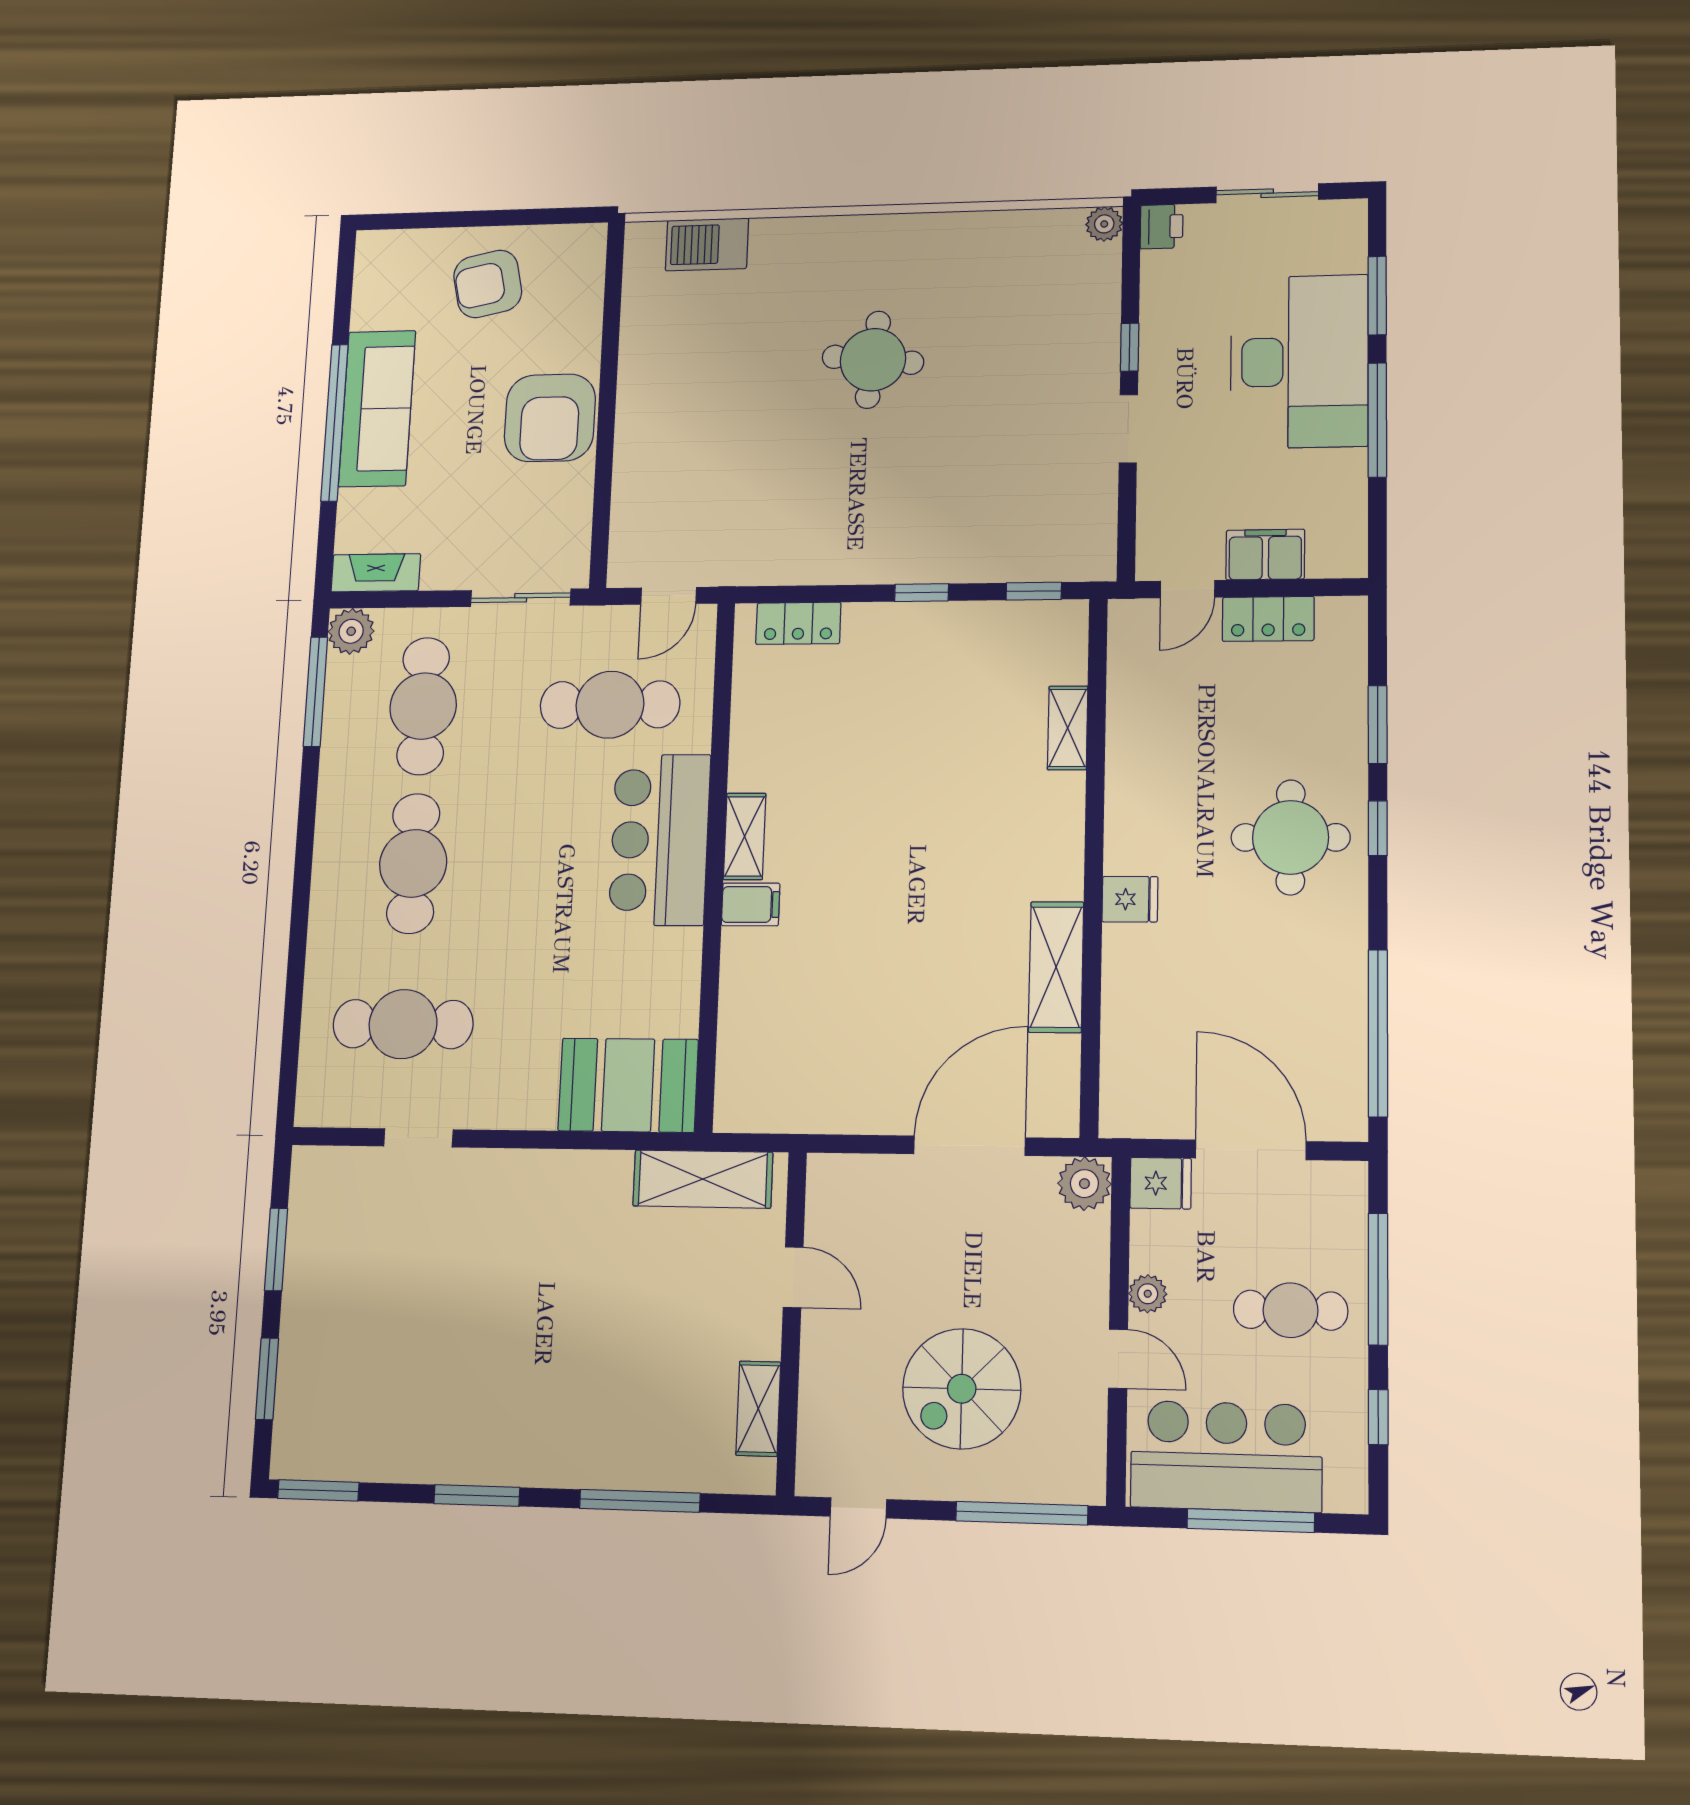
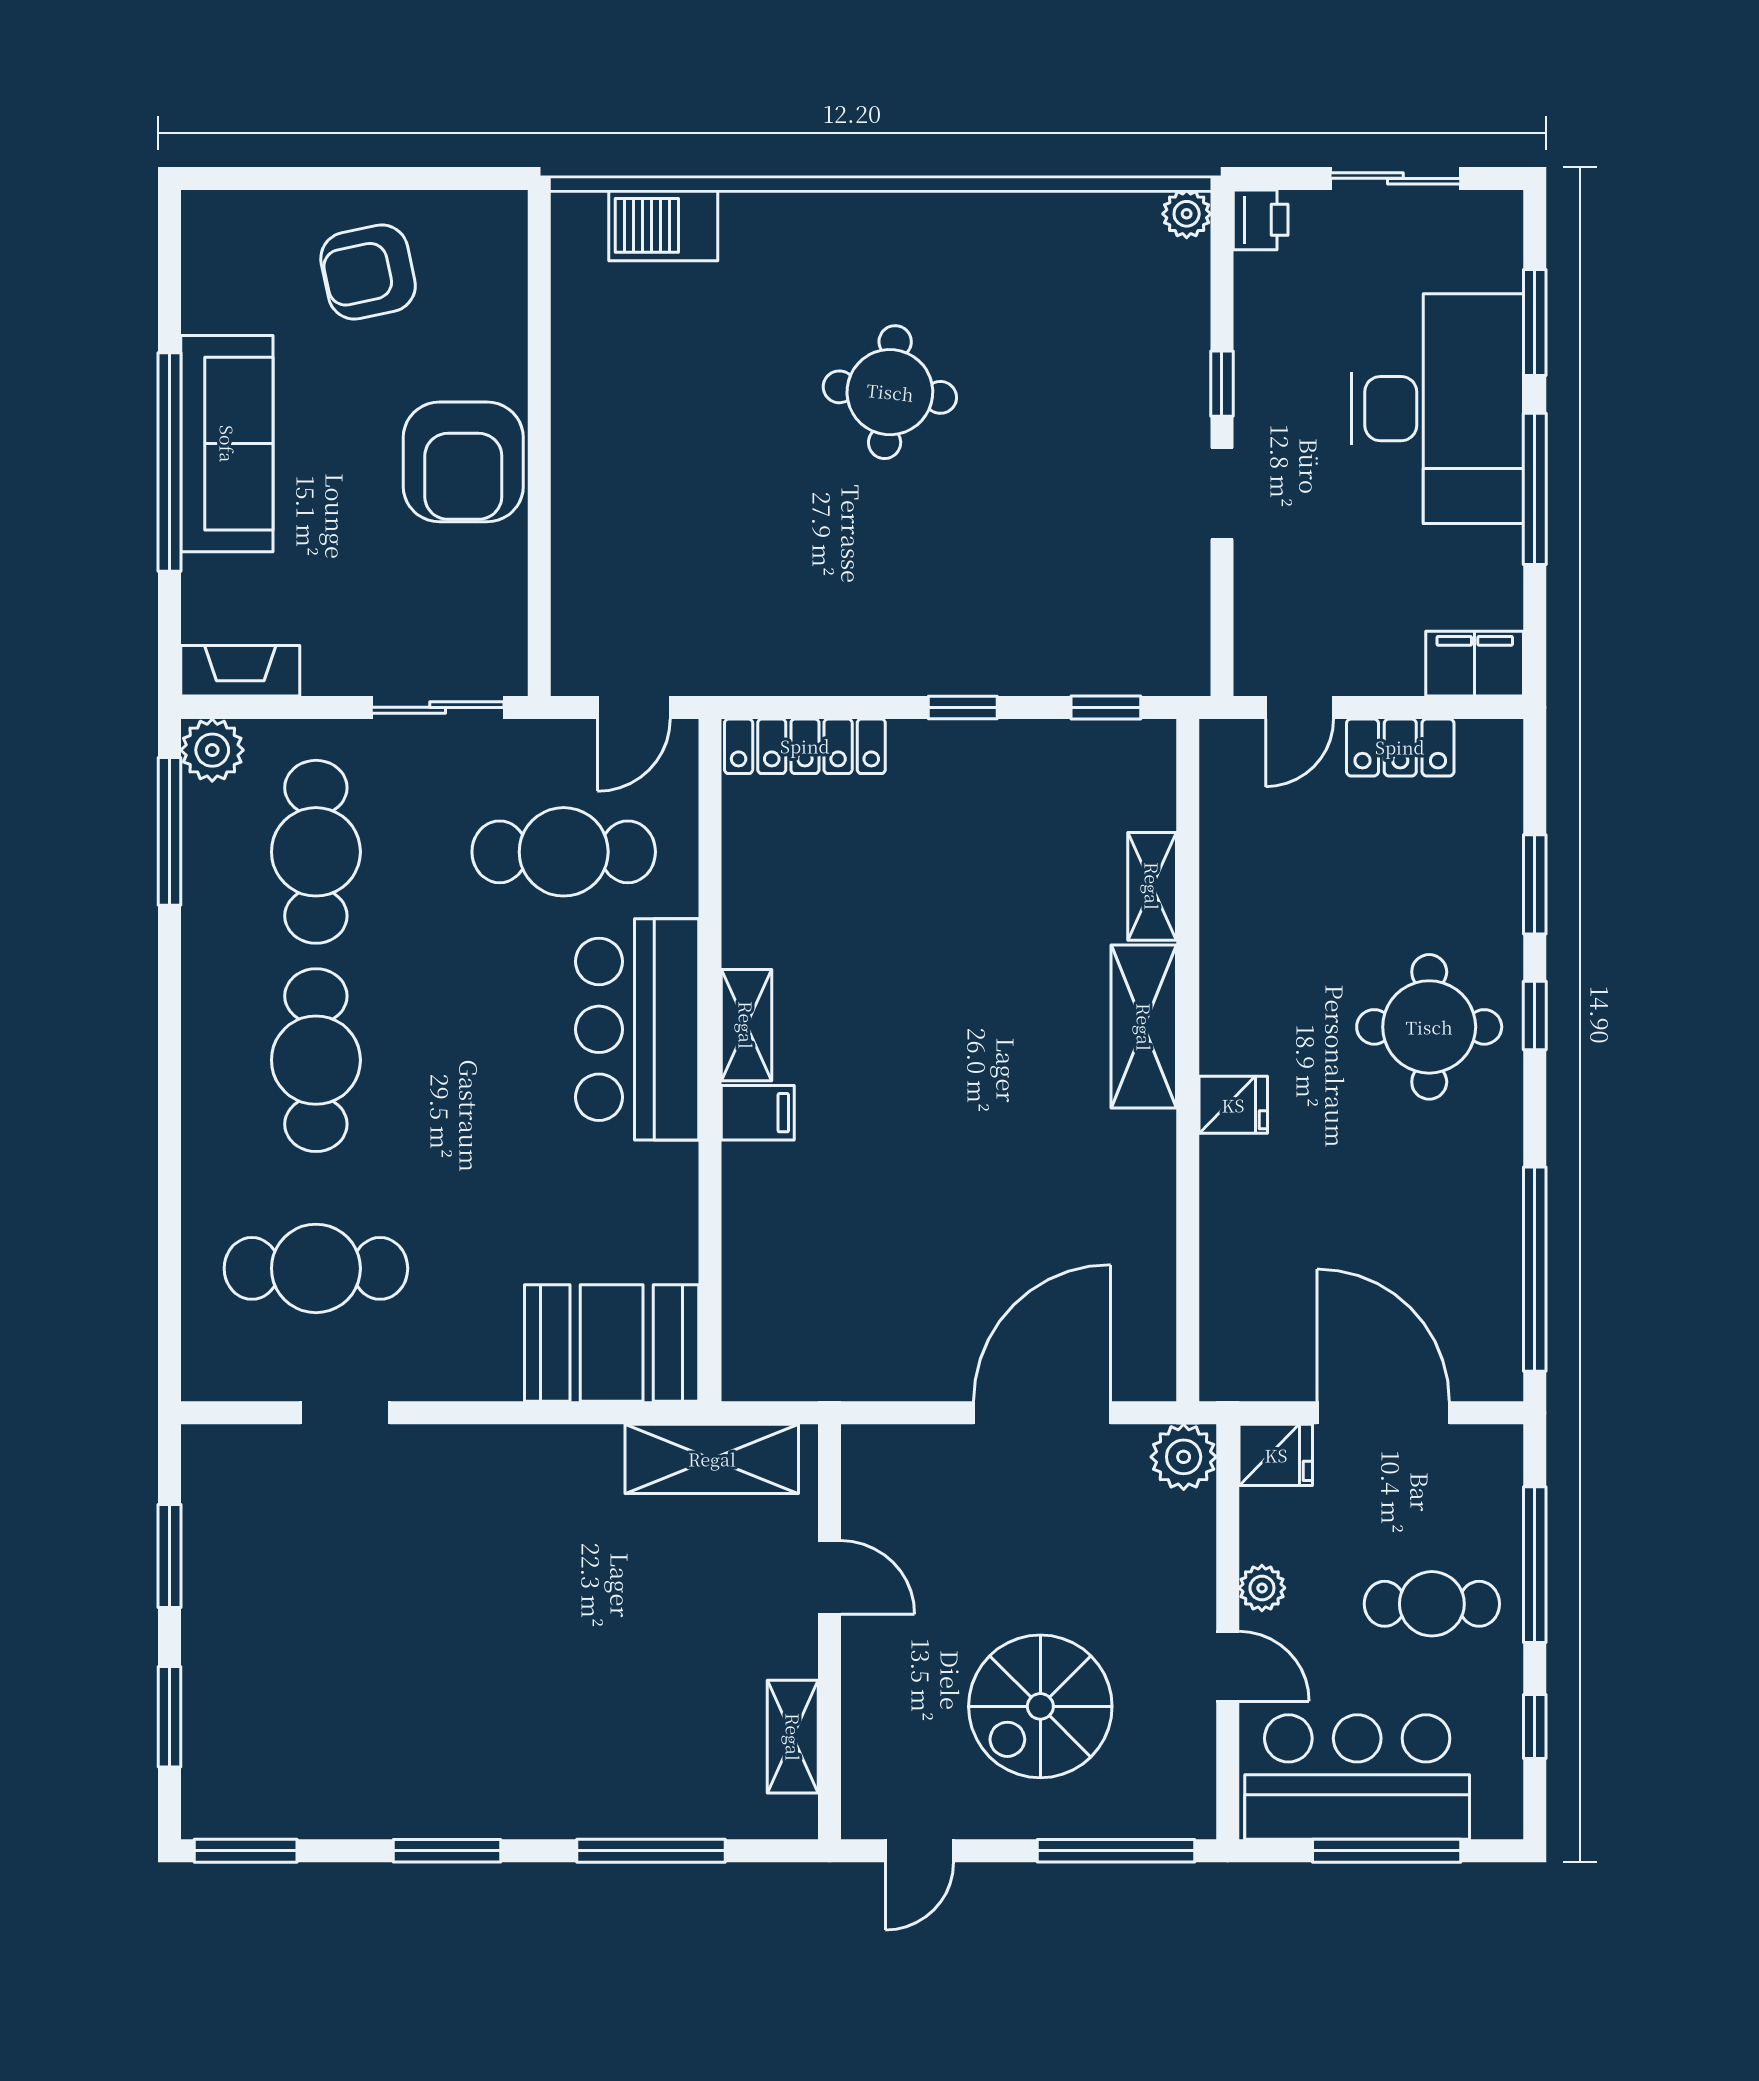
filing cabinet: (1265, 555) -> (1475, 664), moved
locker: (798, 623) -> (805, 746), width x1.53
shelving: (1056, 967) -> (1144, 1027), moved

